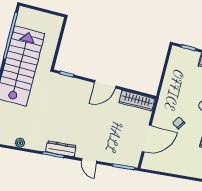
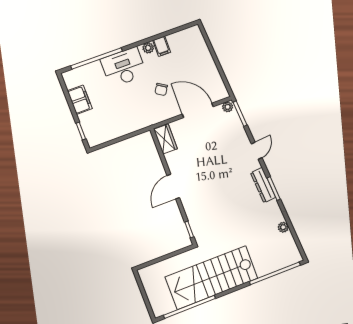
door: (105, 84) -> (173, 187), swing flipped
wardrobe: (137, 101) -> (166, 139), width x0.67
plant: (134, 161) -> (228, 107), added

